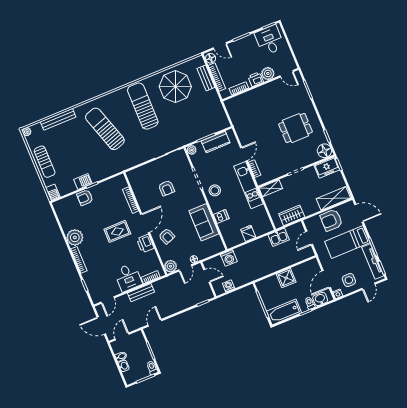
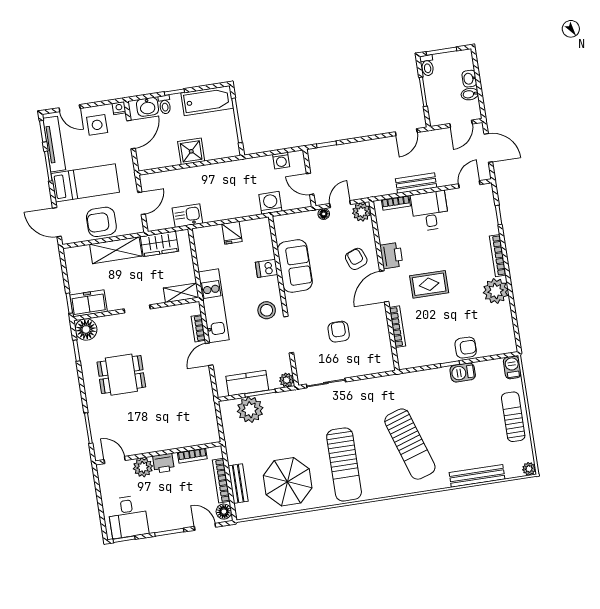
plant: (210, 126) -> (250, 410), added
shelving: (333, 198) -> (116, 250), moved
armchair: (331, 220) -> (101, 222), turned 180
door: (369, 286) -> (70, 108), swing flipped

